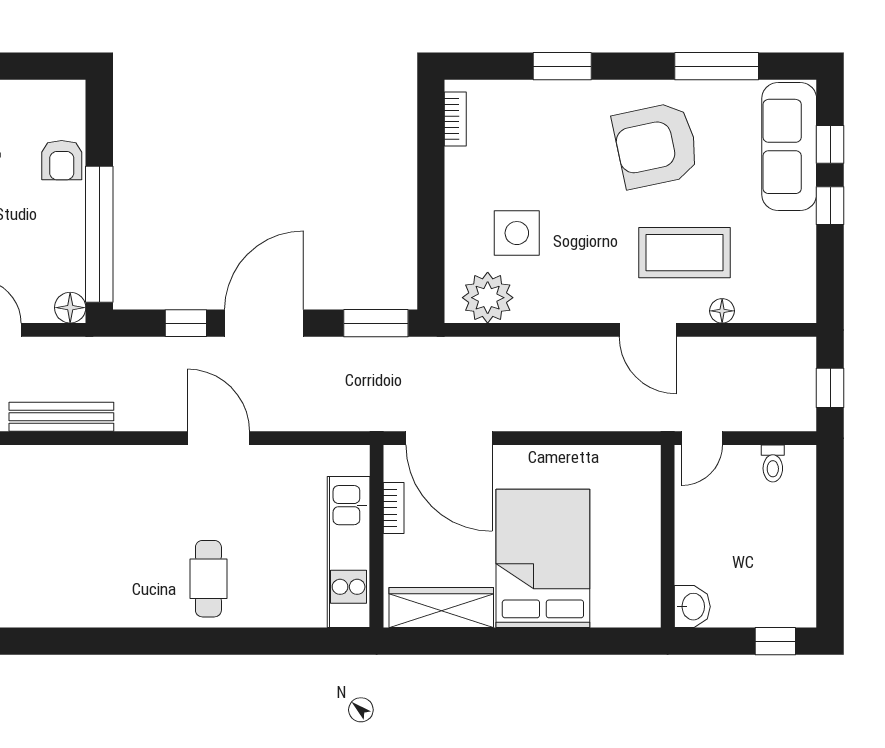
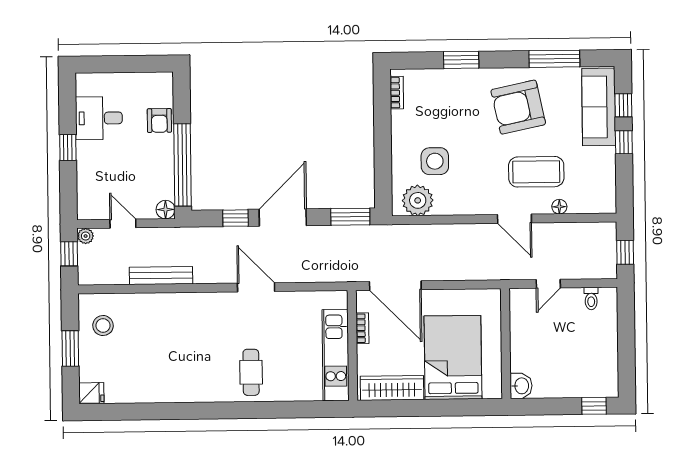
wall: (668, 536) -> (506, 344), moved
washbasin: (692, 607) -> (521, 386), moved

